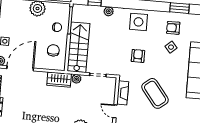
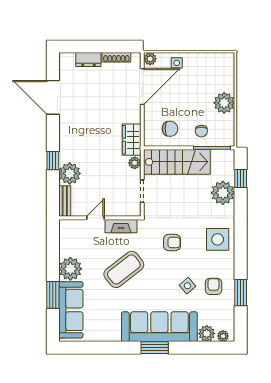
plant: (109, 11) -> (223, 193), width x1.88, depth x1.88
door: (20, 68) -> (142, 86), hinge flipped

